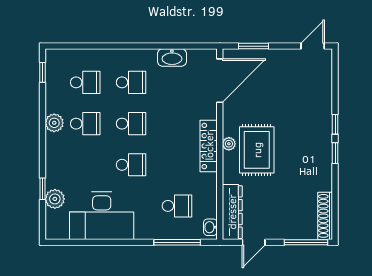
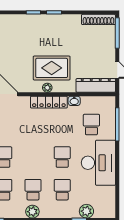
school desk: (131, 124) -> (62, 190), moved
desk: (102, 216) -> (98, 163), moved
washbasin: (210, 227) -> (74, 101), moved

